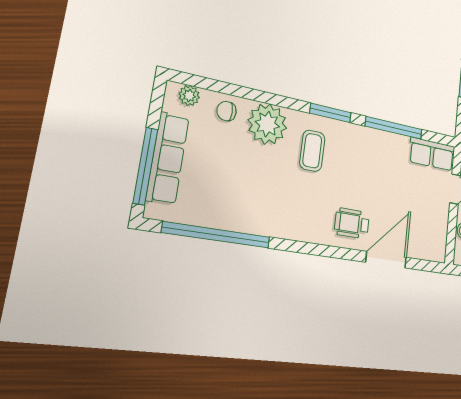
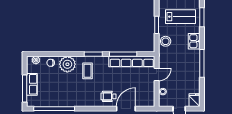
row of seats: (432, 154) -> (132, 62), width x2.02
row of seats: (168, 158) -> (32, 84), width x0.68

